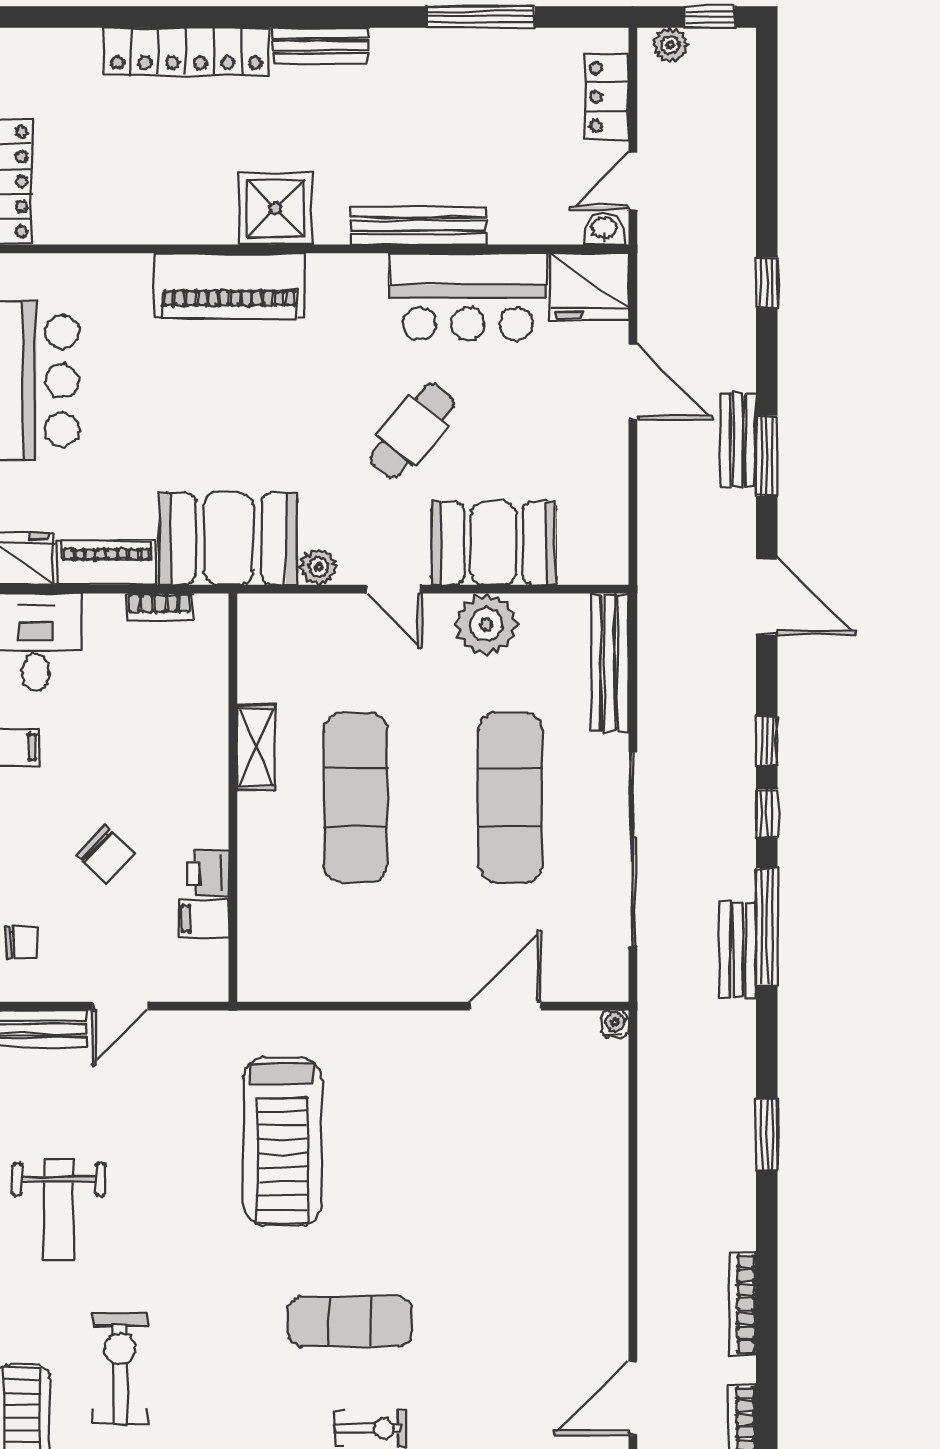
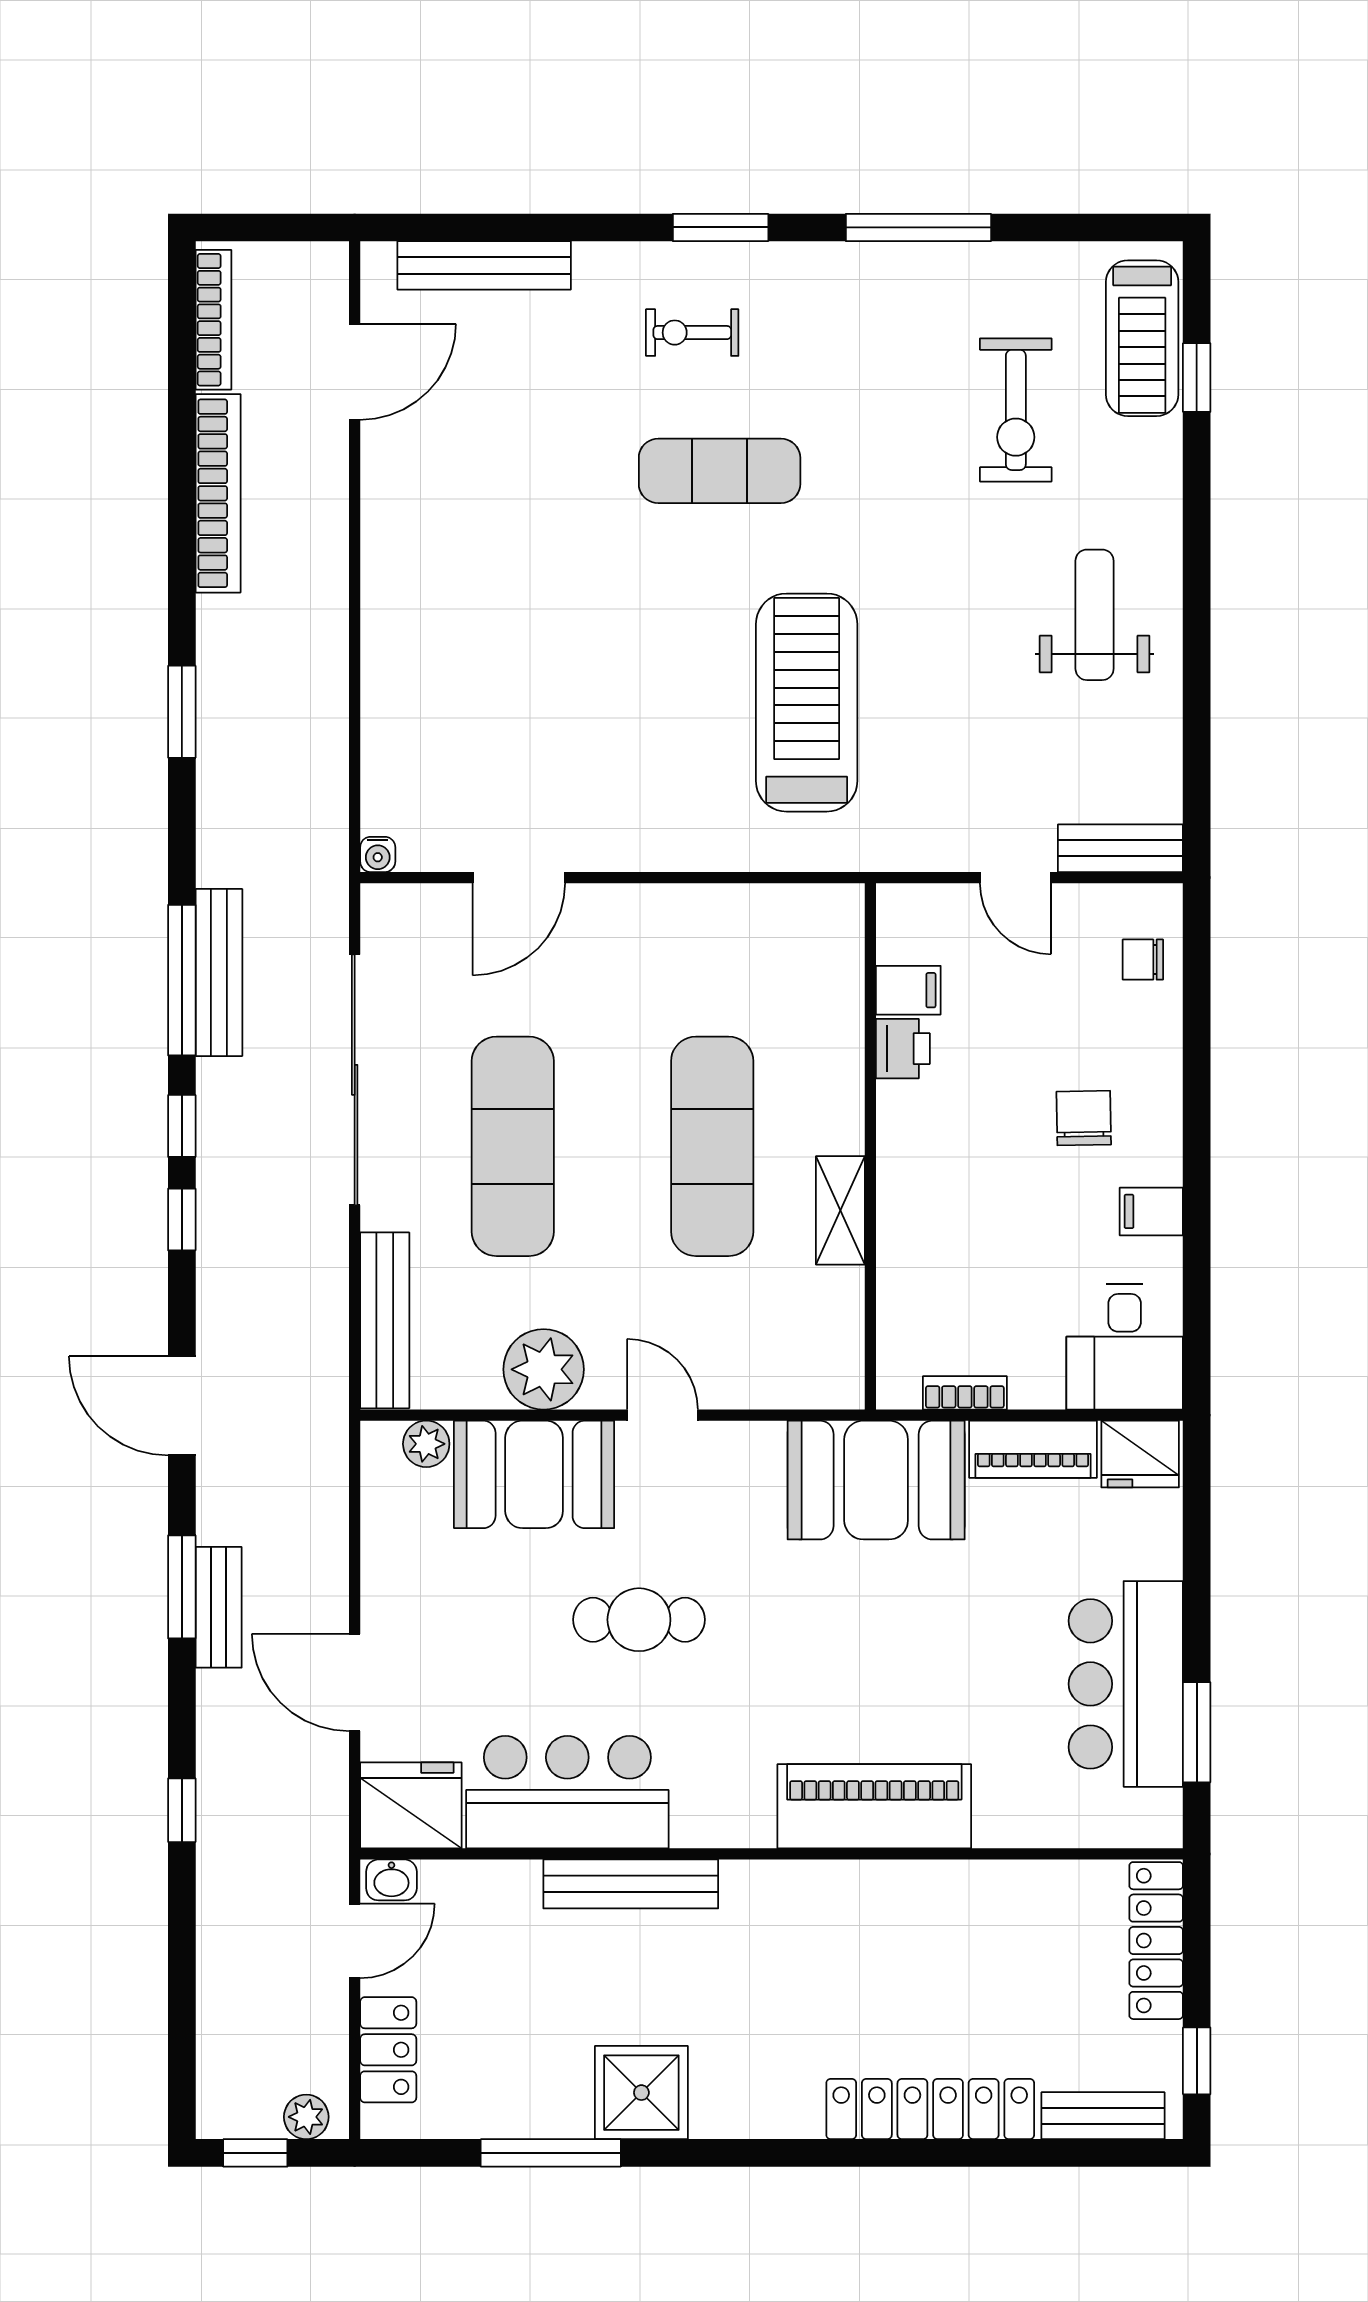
bench: (320, 46) -> (1103, 2116), moved
shower: (276, 208) -> (641, 2093), moved
cafe table: (412, 430) -> (639, 1620), turned 52
plant: (318, 567) -> (426, 1444), moved
chair: (106, 854) -> (1084, 1118), moved, turned 46
bench: (738, 950) -> (219, 973), width x1.36
door: (120, 1006) -> (1016, 878), swing flipped
bookcase: (743, 1304) -> (218, 493), width x1.48, depth x1.31

